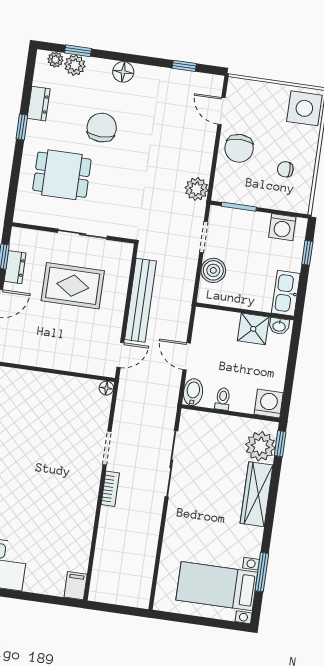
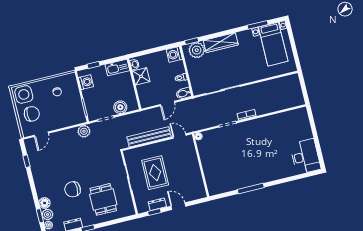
floor lamp: (123, 72) -> (45, 203), moved
chair: (239, 148) -> (32, 114), moved
filing cabinet: (76, 586) -> (301, 113), removed

